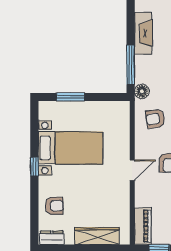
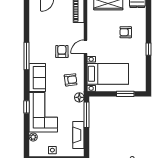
bed with nightstands: (71, 148) -> (108, 74), moved, turned 180
armchair: (54, 206) -> (126, 32), moved

